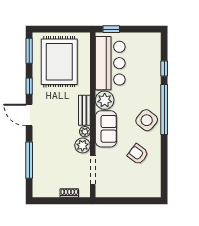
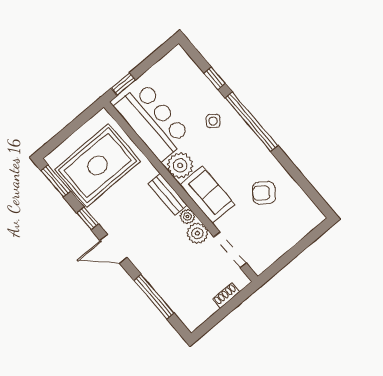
rug: (59, 62) -> (98, 165), turned 90
side table: (147, 120) -> (213, 121), moved, width x0.54, depth x0.54

